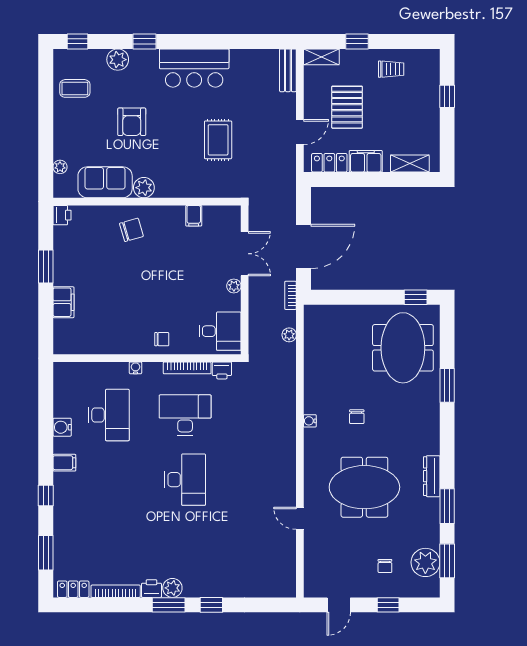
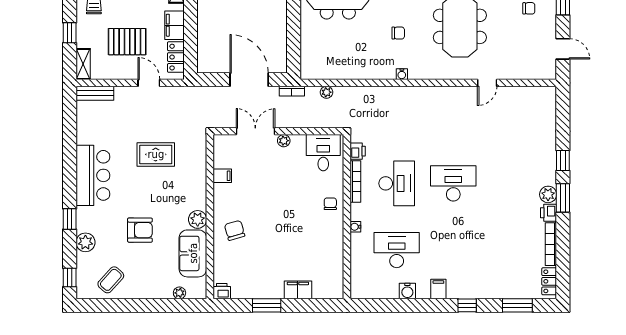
coffee table: (75, 88) -> (111, 280), turned 42
desk: (185, 415) -> (397, 183), turned 180

